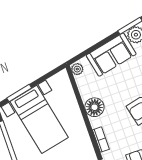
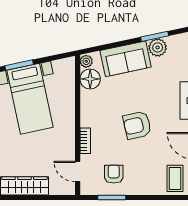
floor lamp: (94, 107) -> (90, 79), moved

